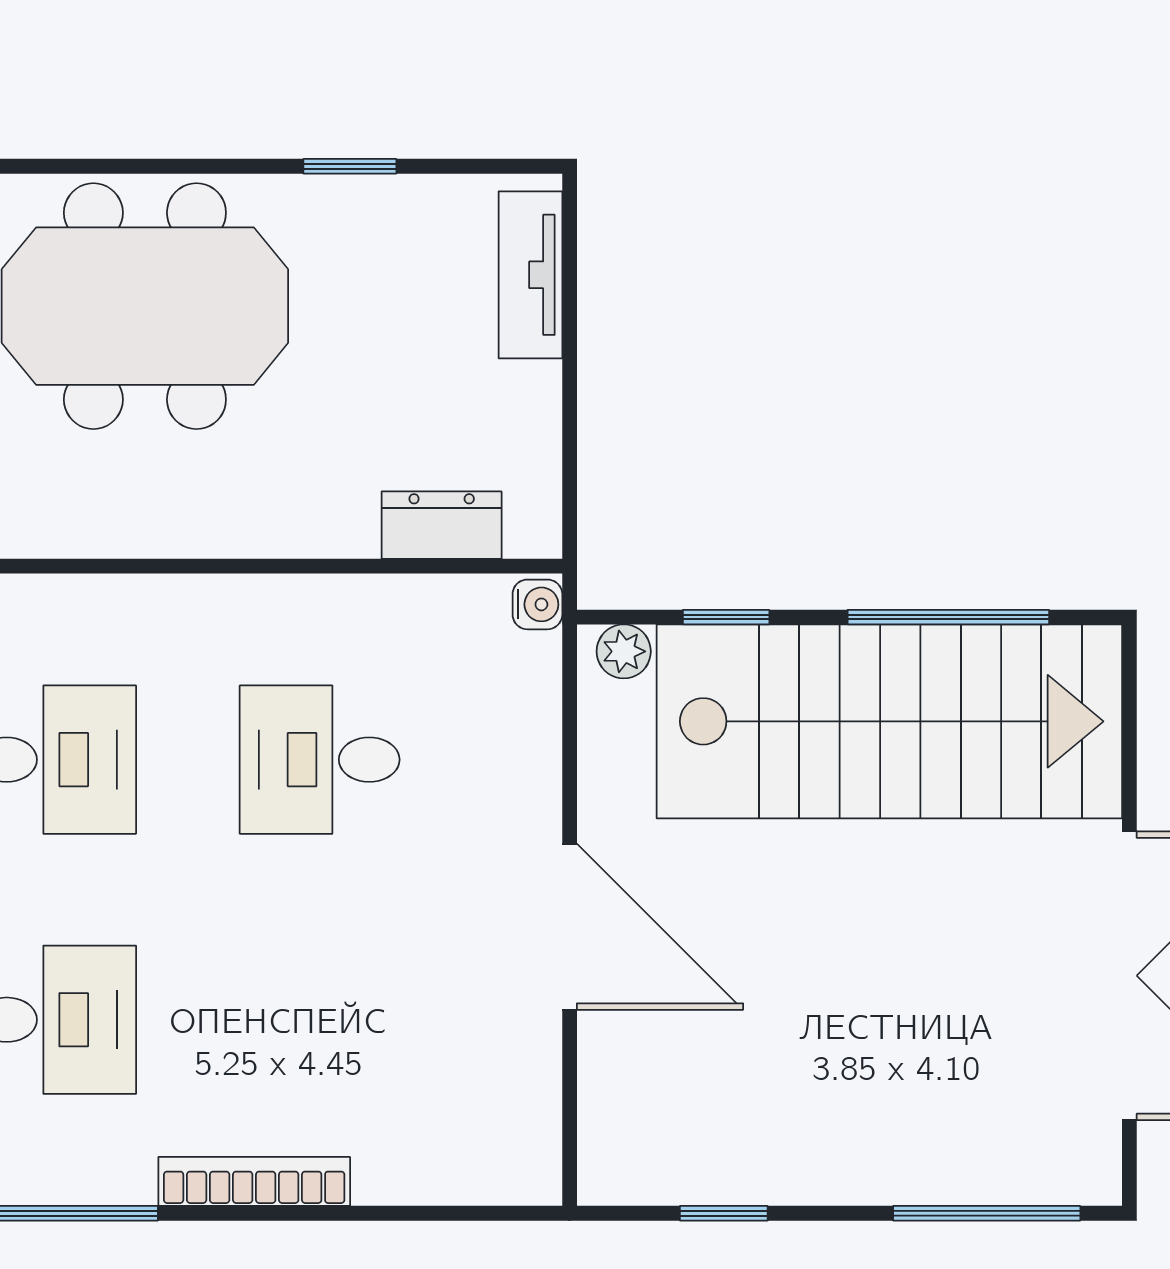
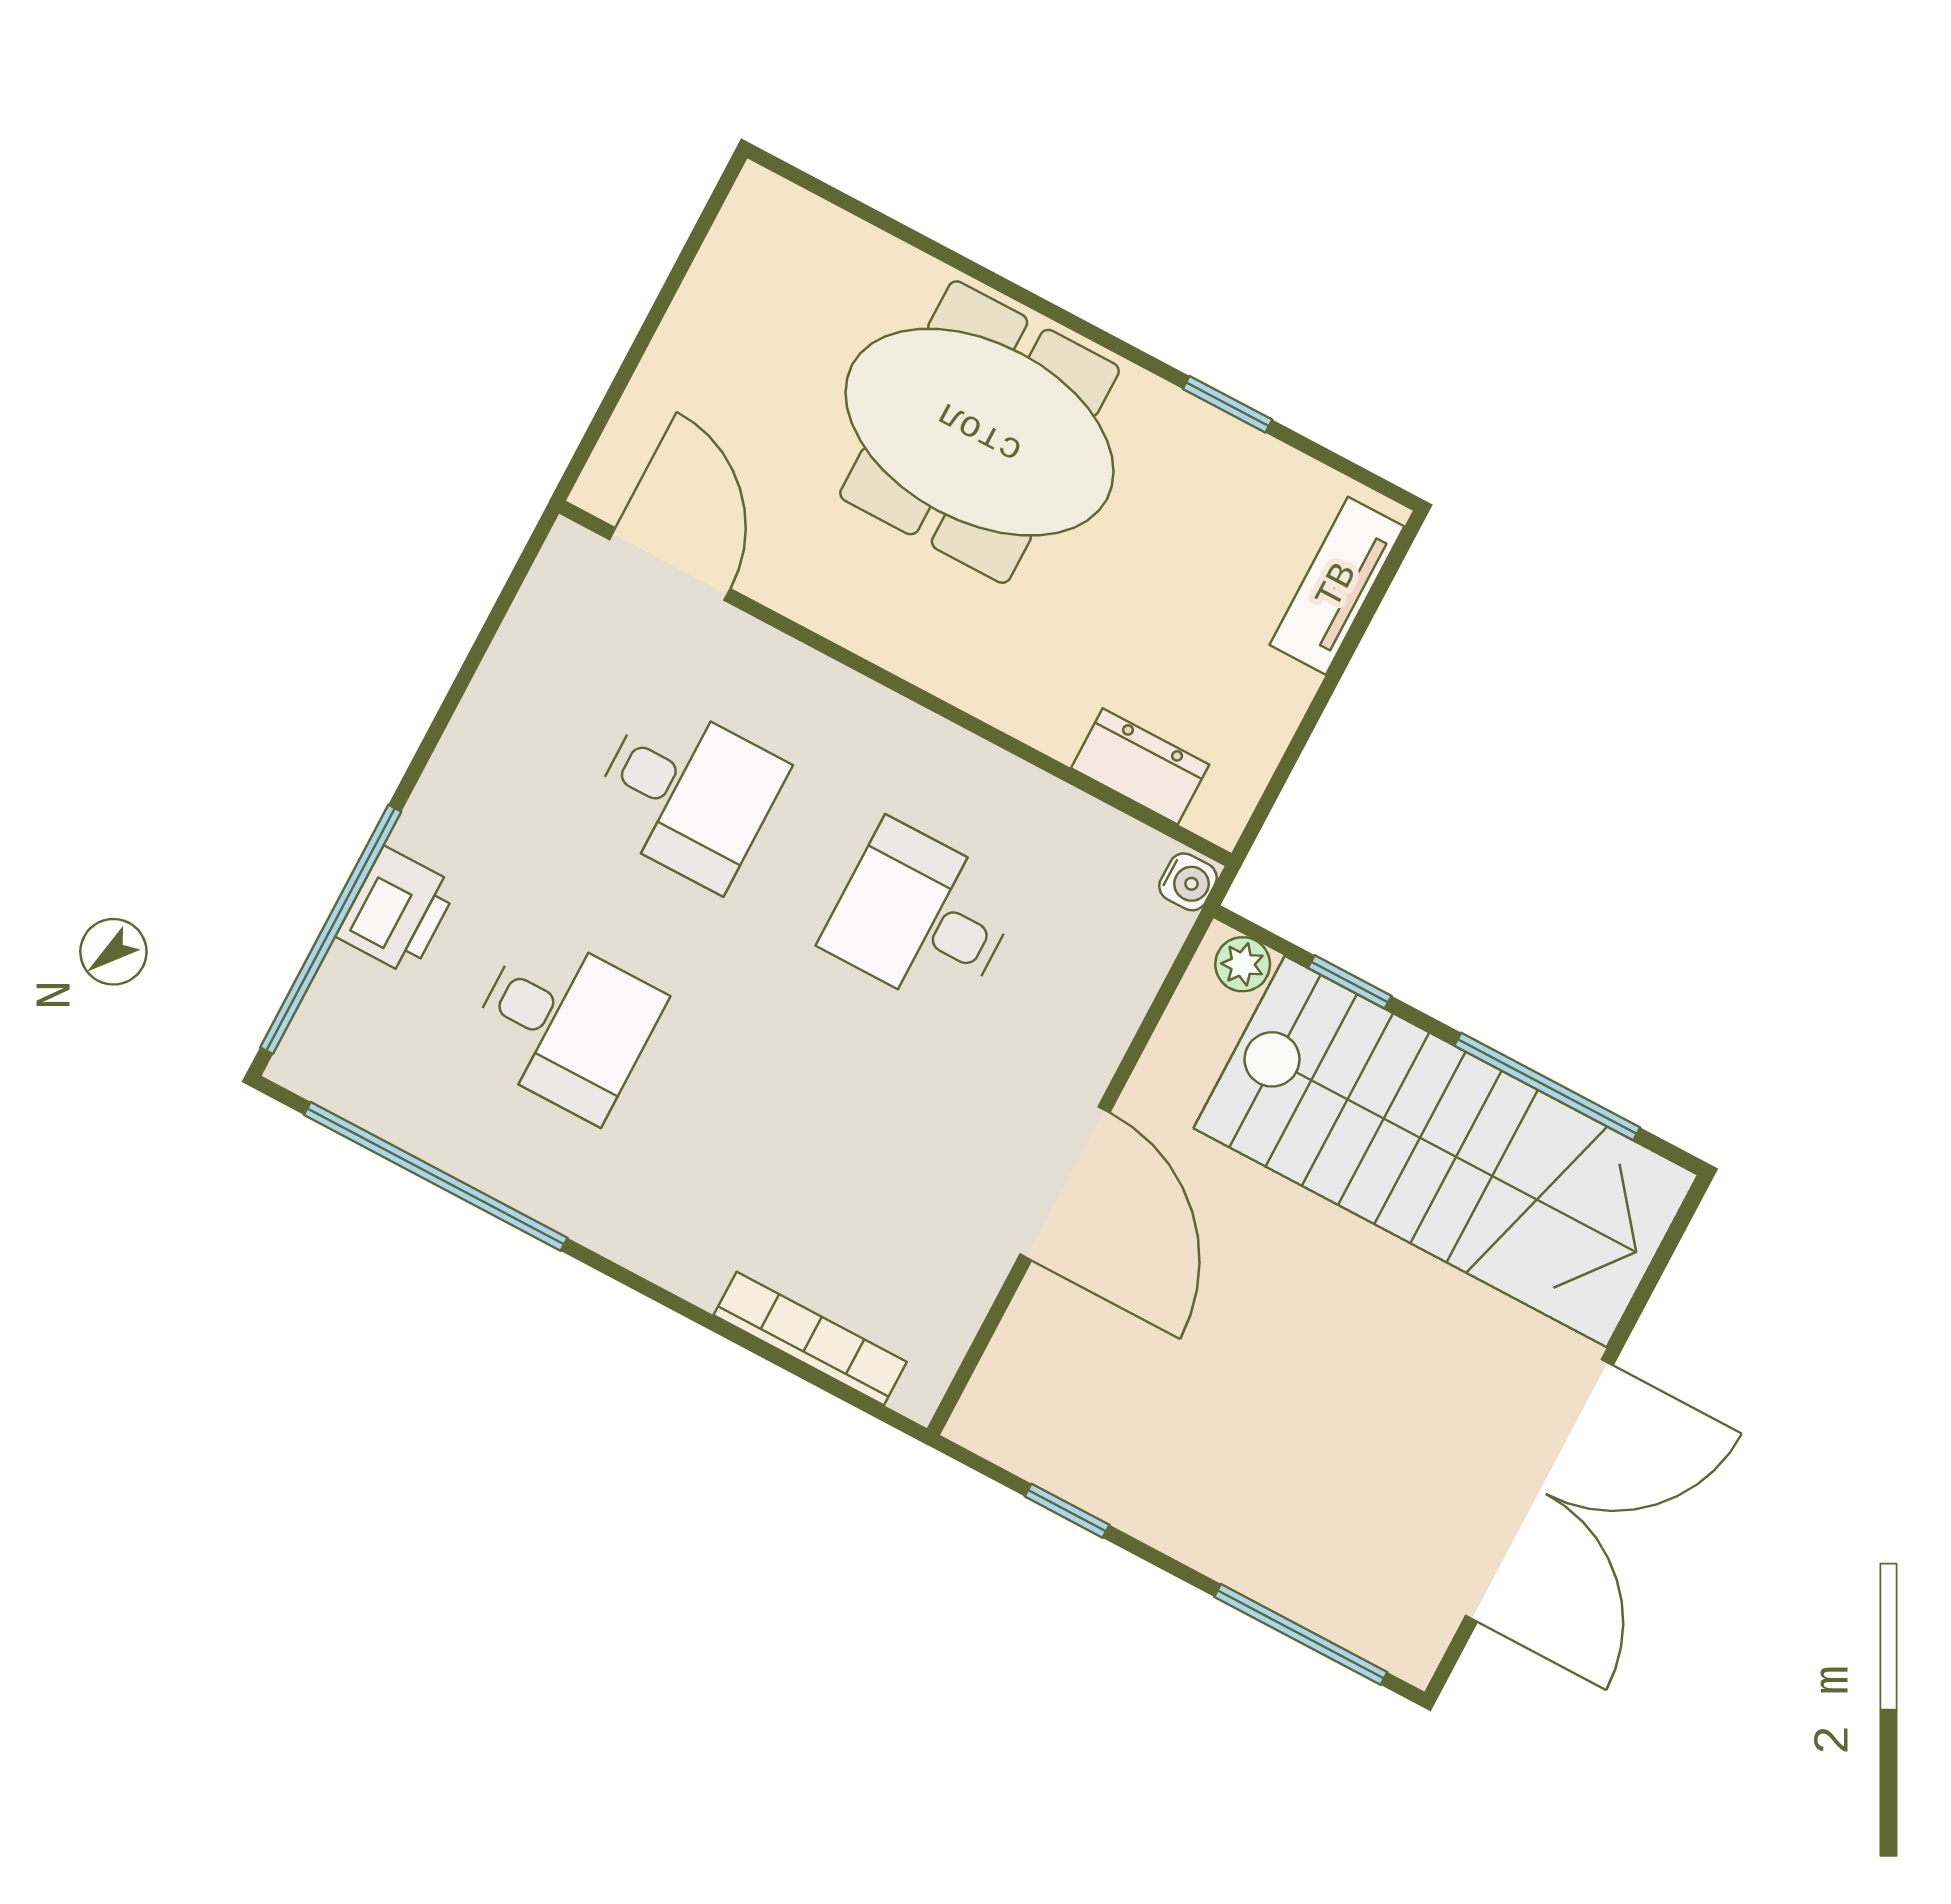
bookcase: (254, 1181) -> (810, 1338), moved

